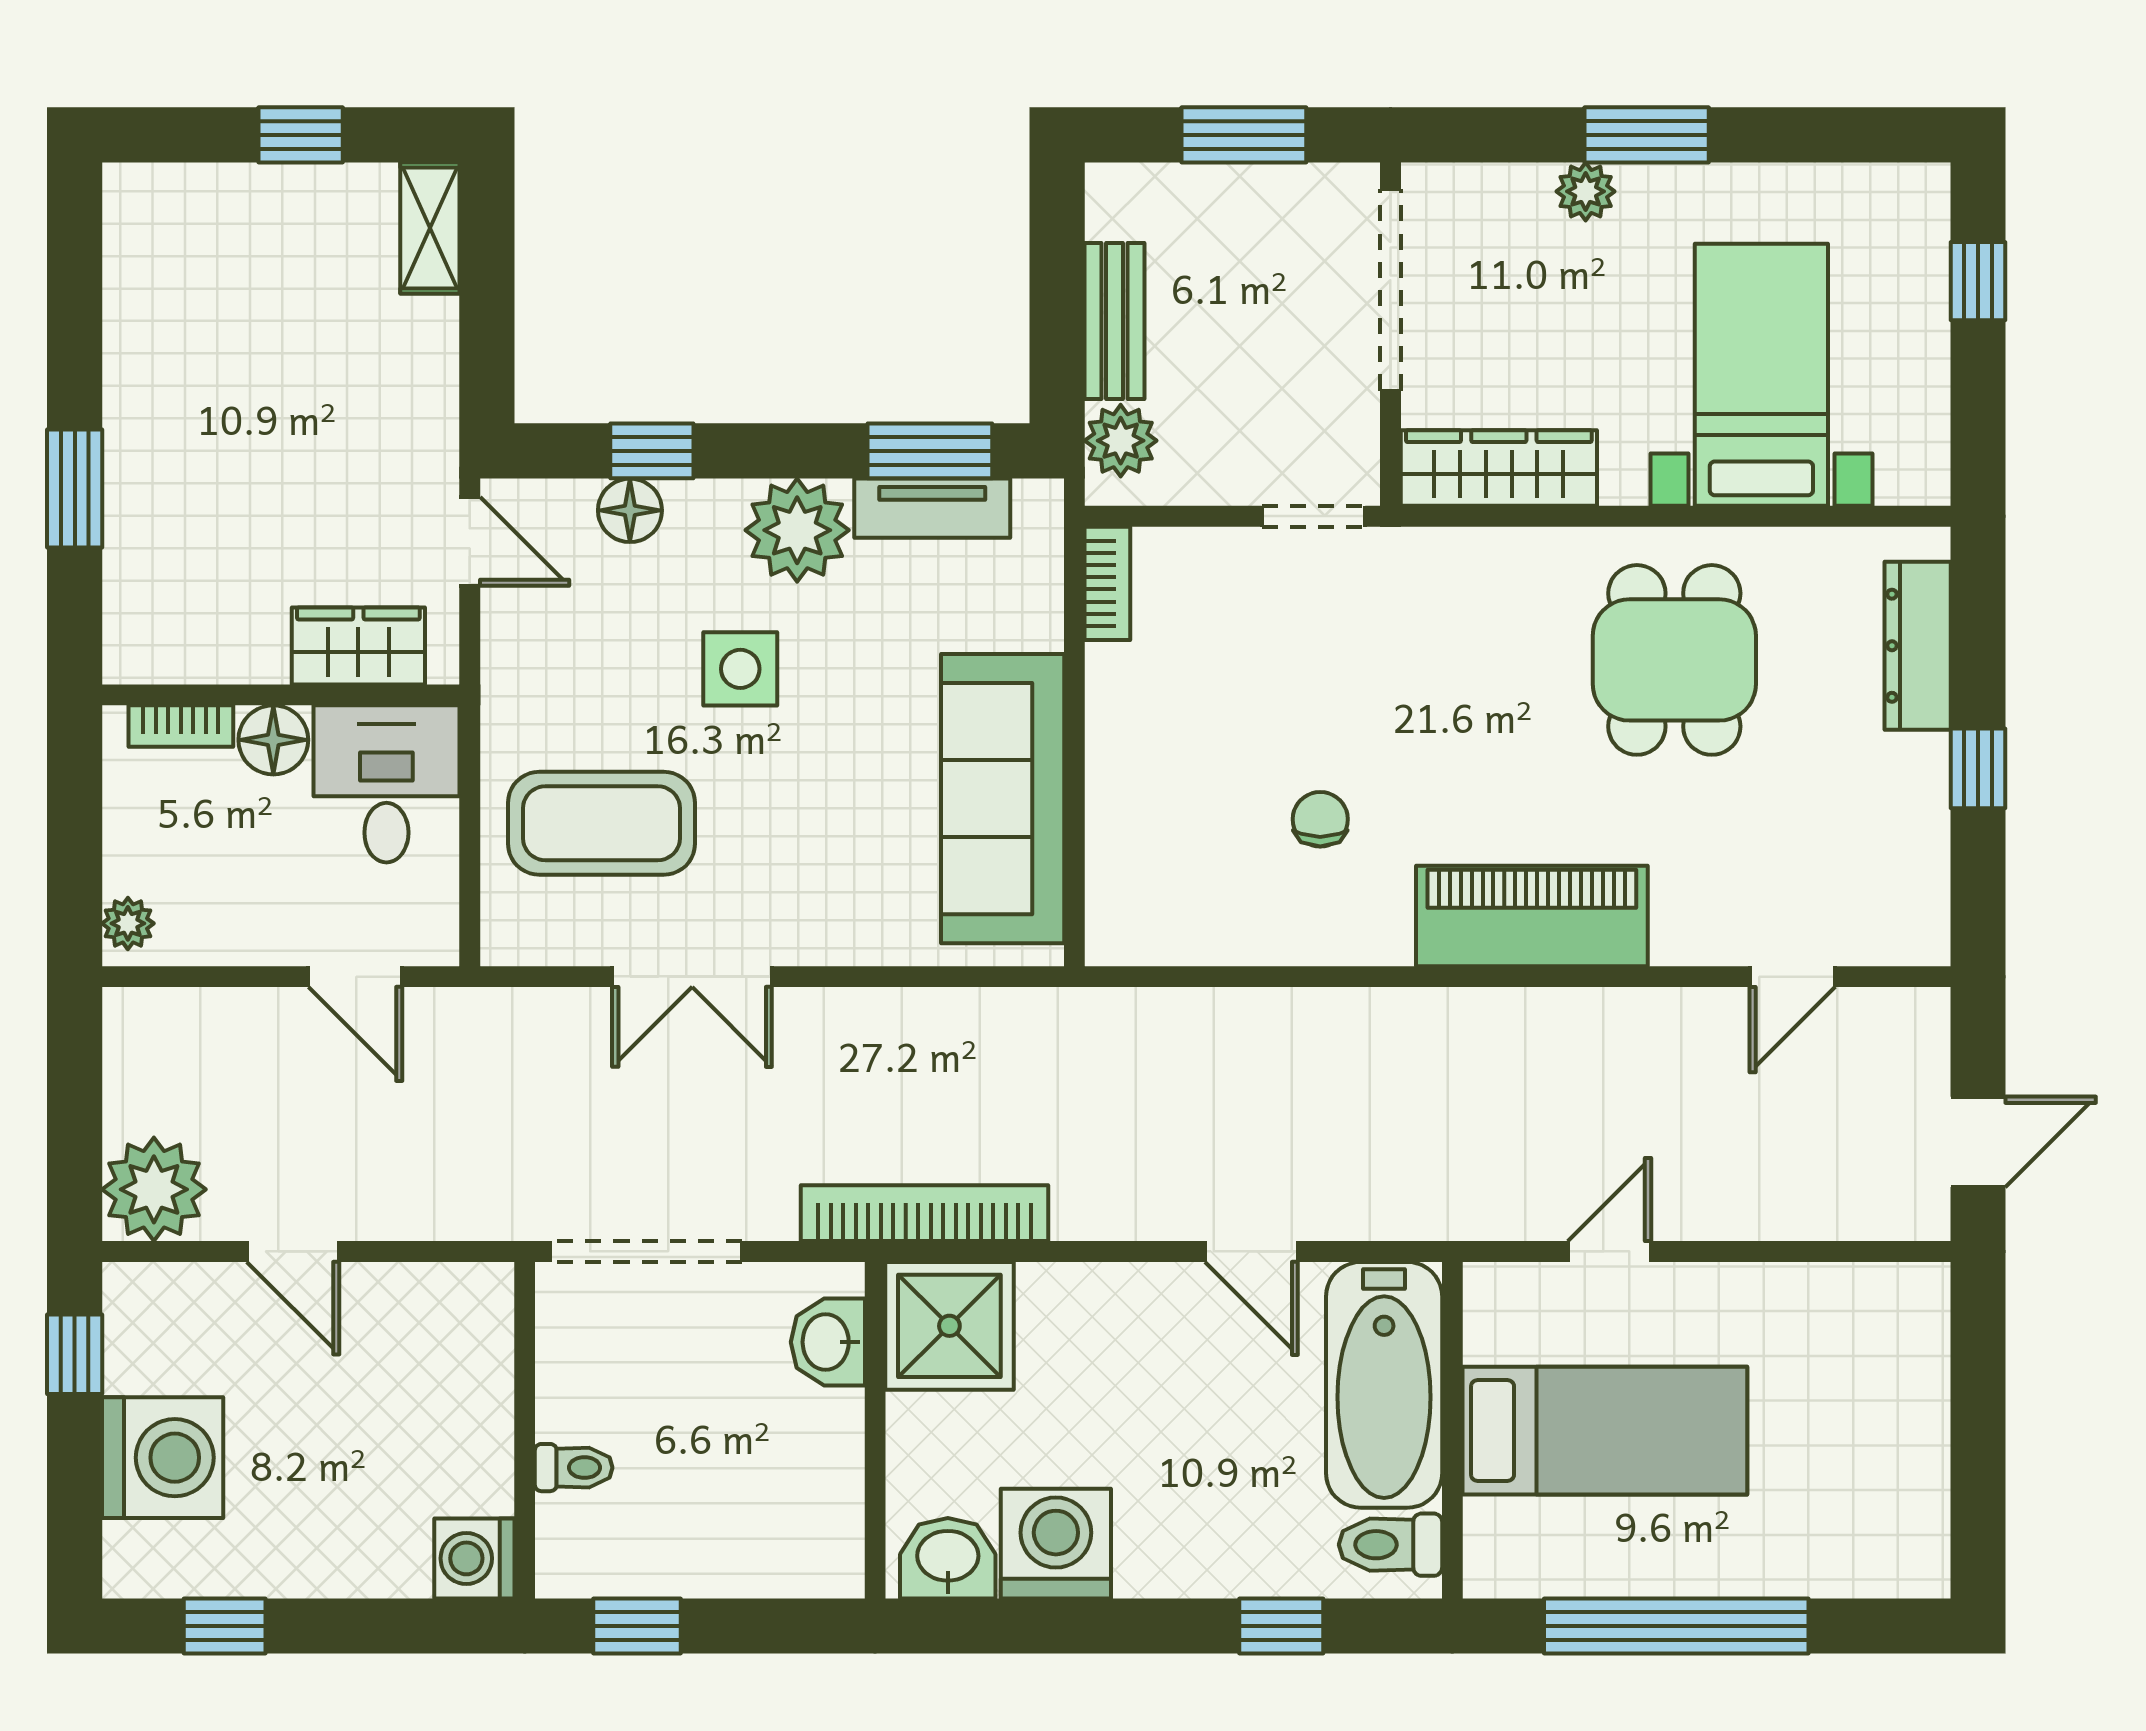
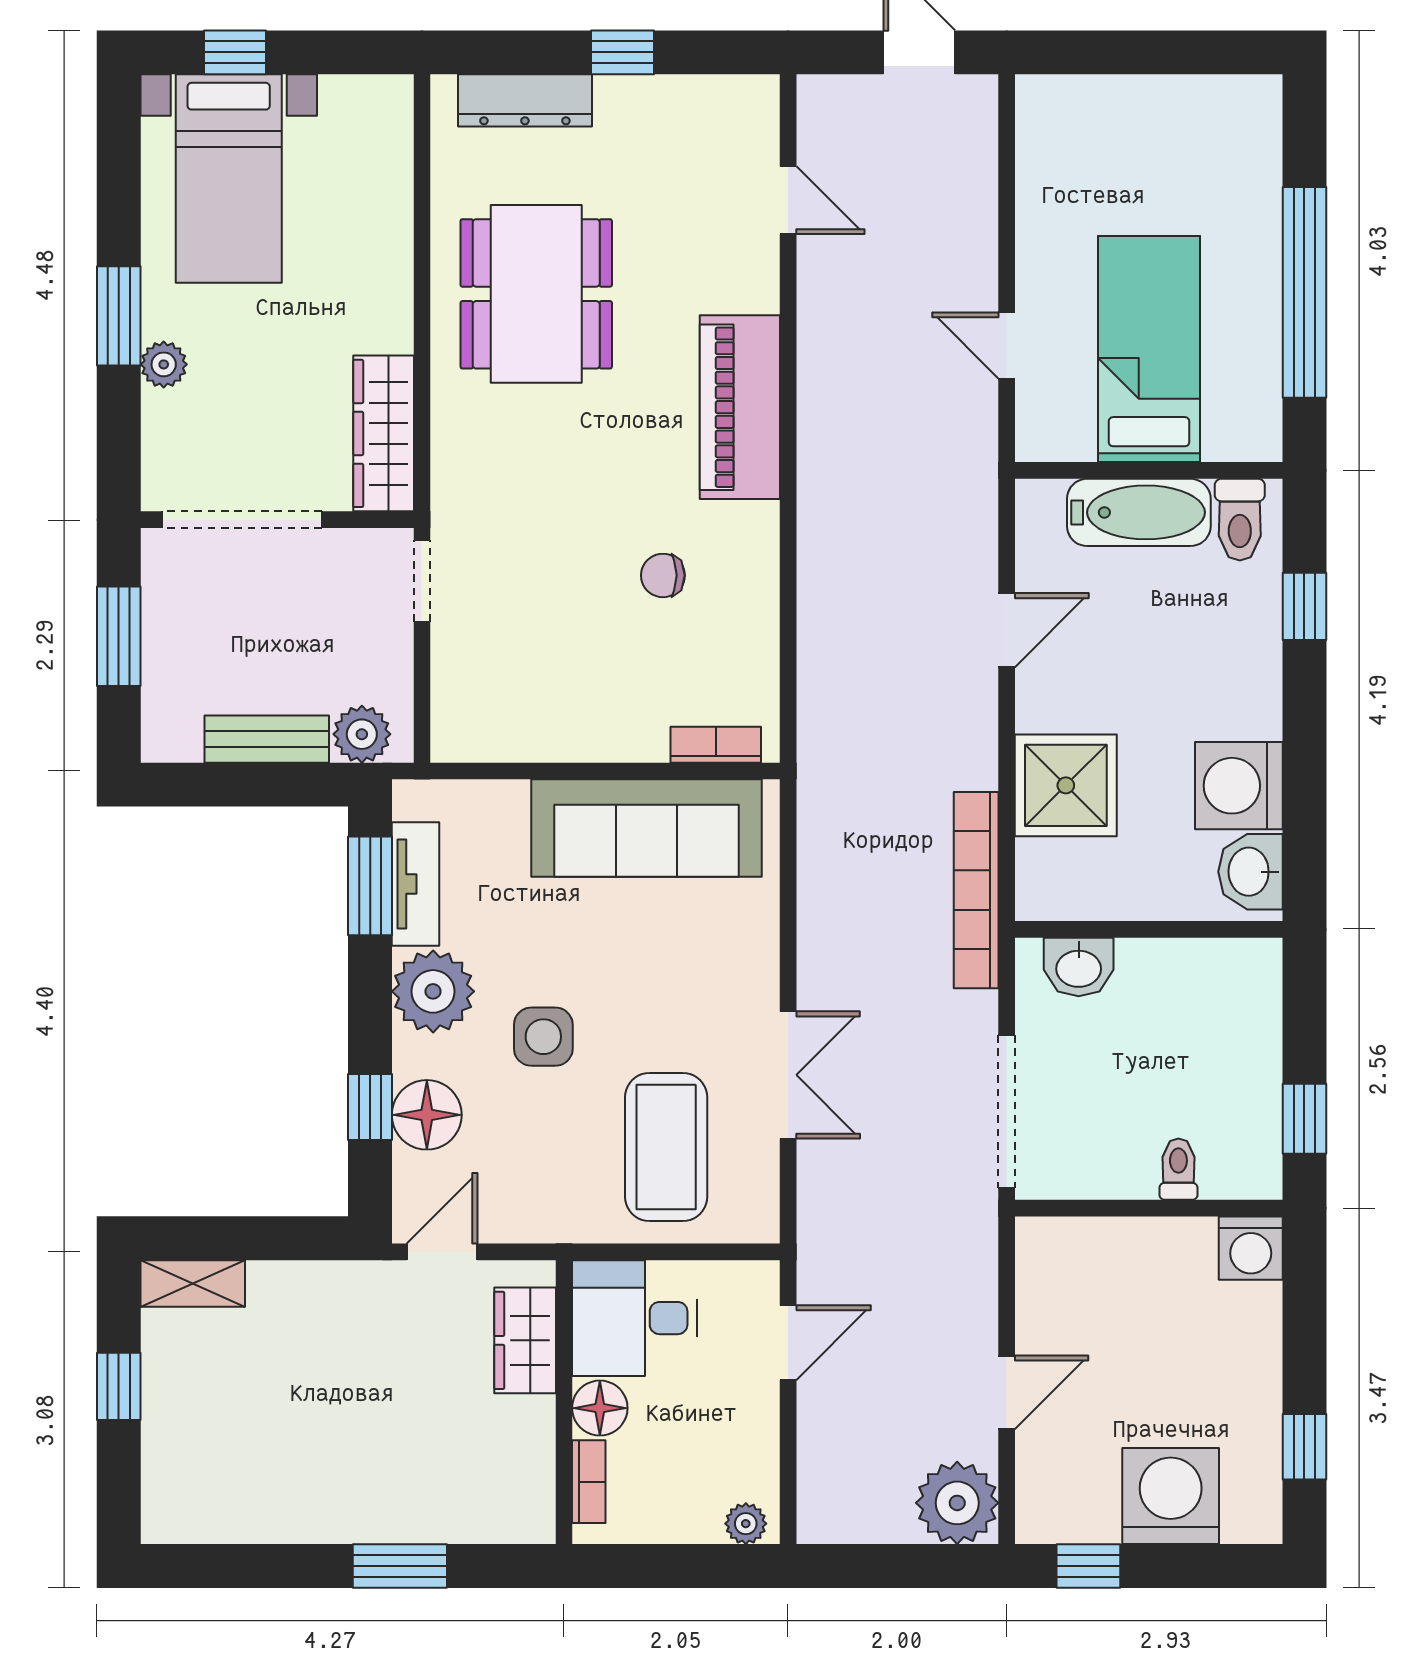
bed with nightstands: (1761, 375) -> (229, 179), moved, turned -90
floor lamp: (630, 510) -> (427, 1115), width x1.38, depth x1.38
bookcase: (1107, 583) -> (716, 745), moved
dining table: (1674, 660) -> (536, 294), width x1.38
shower: (949, 1326) -> (1066, 785), moved
bathtub: (1384, 1385) -> (1139, 512), width x0.73, depth x0.73

